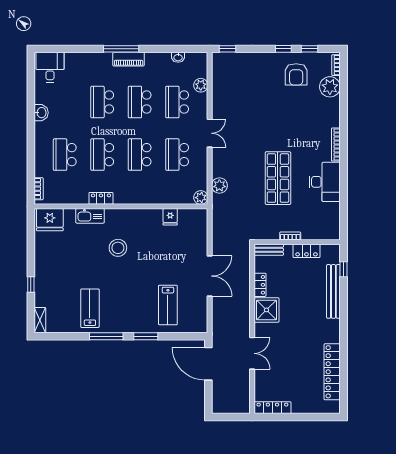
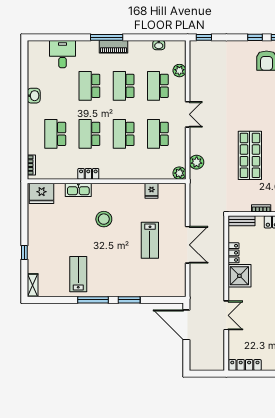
desk: (50, 67) -> (63, 54), moved
lab bench: (168, 305) -> (150, 240), moved

